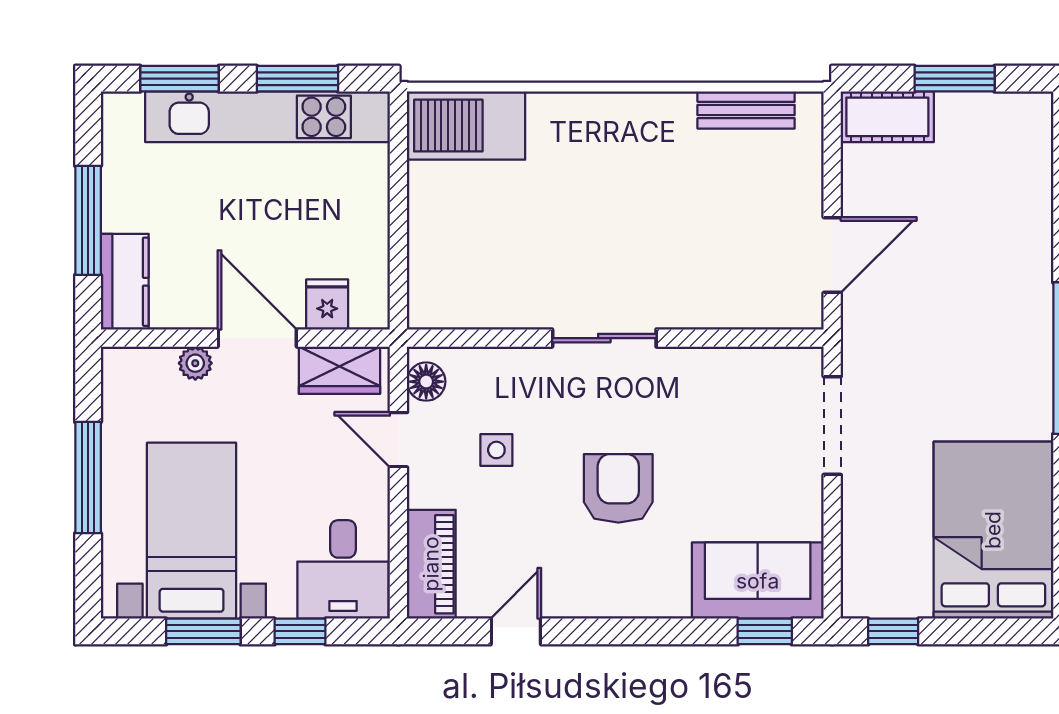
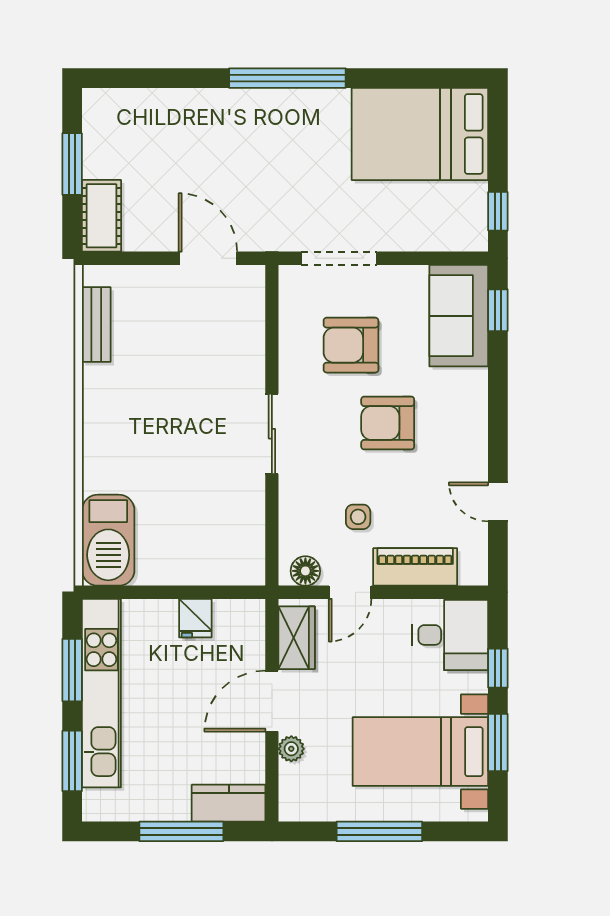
fridge: (327, 305) -> (195, 618), moved, turned -90
armchair: (719, 441) -> (351, 345), added
piano: (431, 564) -> (415, 567), moved

